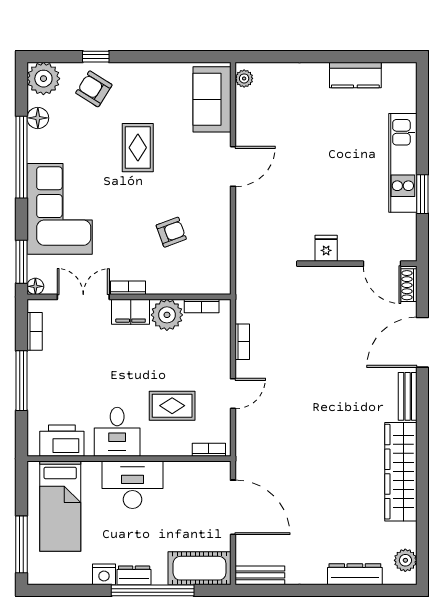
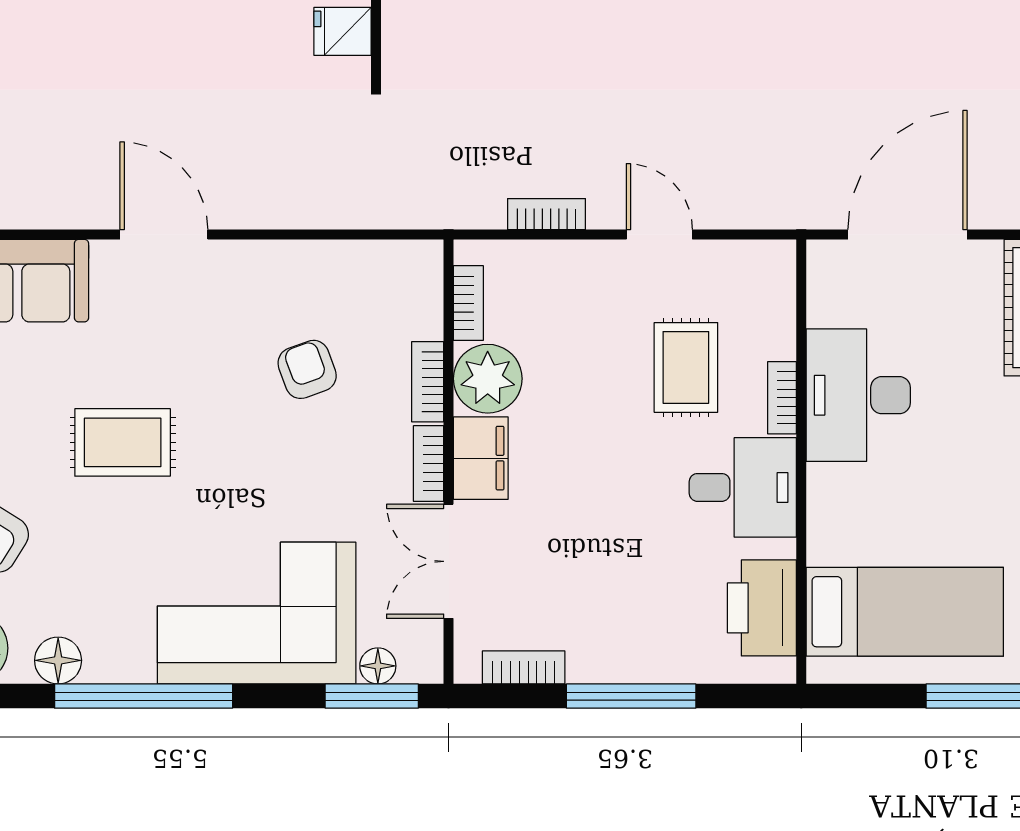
floor lamp: (35, 286) -> (378, 666), moved
bookcase: (166, 287) -> (428, 382), added
bookcase: (209, 450) -> (782, 398), moved
desk: (133, 485) -> (858, 395), moved

